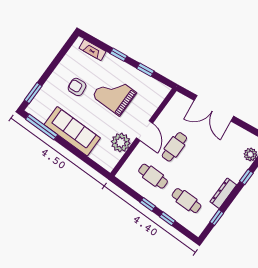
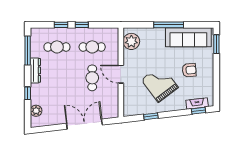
window: (119, 55) -> (198, 111), moved
grand piano: (114, 94) -> (160, 84), turned -127
window: (42, 127) -> (169, 25), moved
sofa: (72, 131) -> (188, 37), moved
plant: (121, 142) -> (131, 41), moved
window: (217, 217) -> (28, 50), width x2.17

